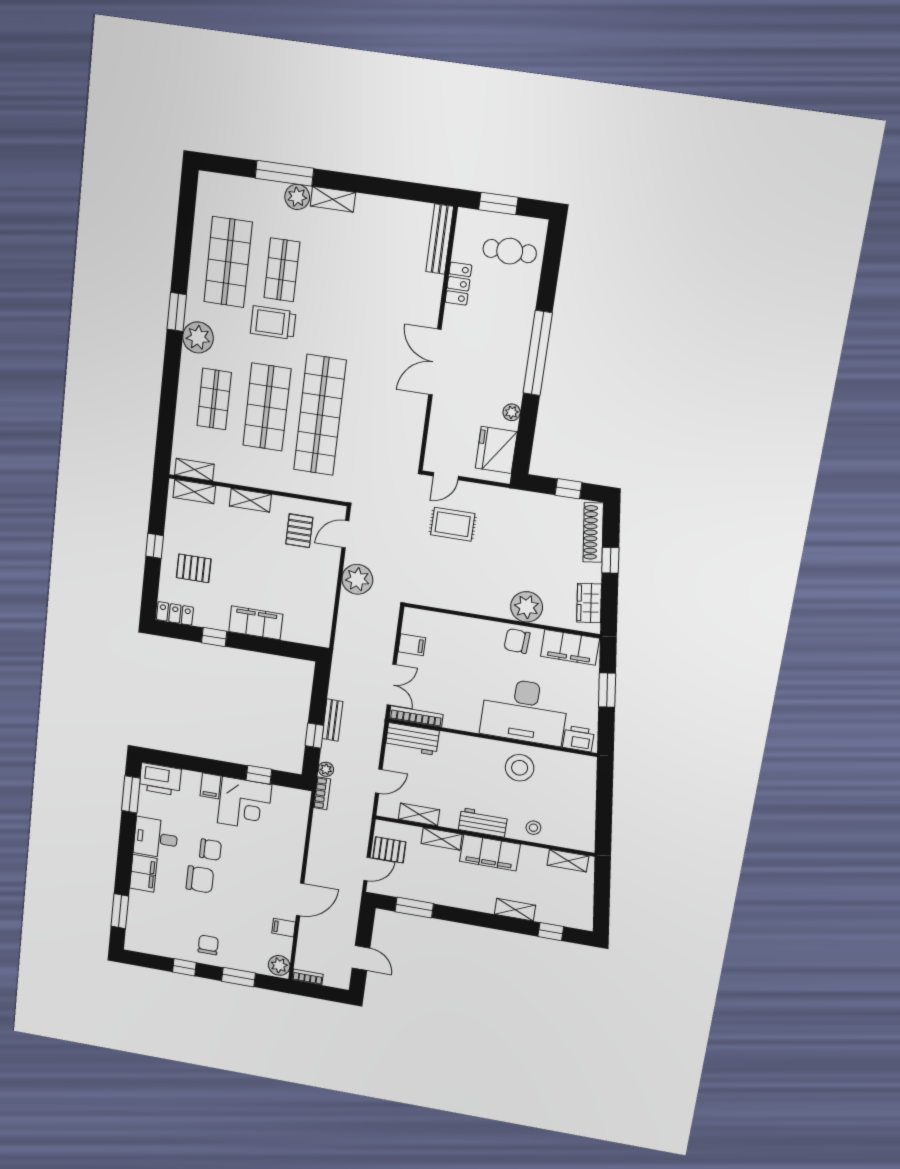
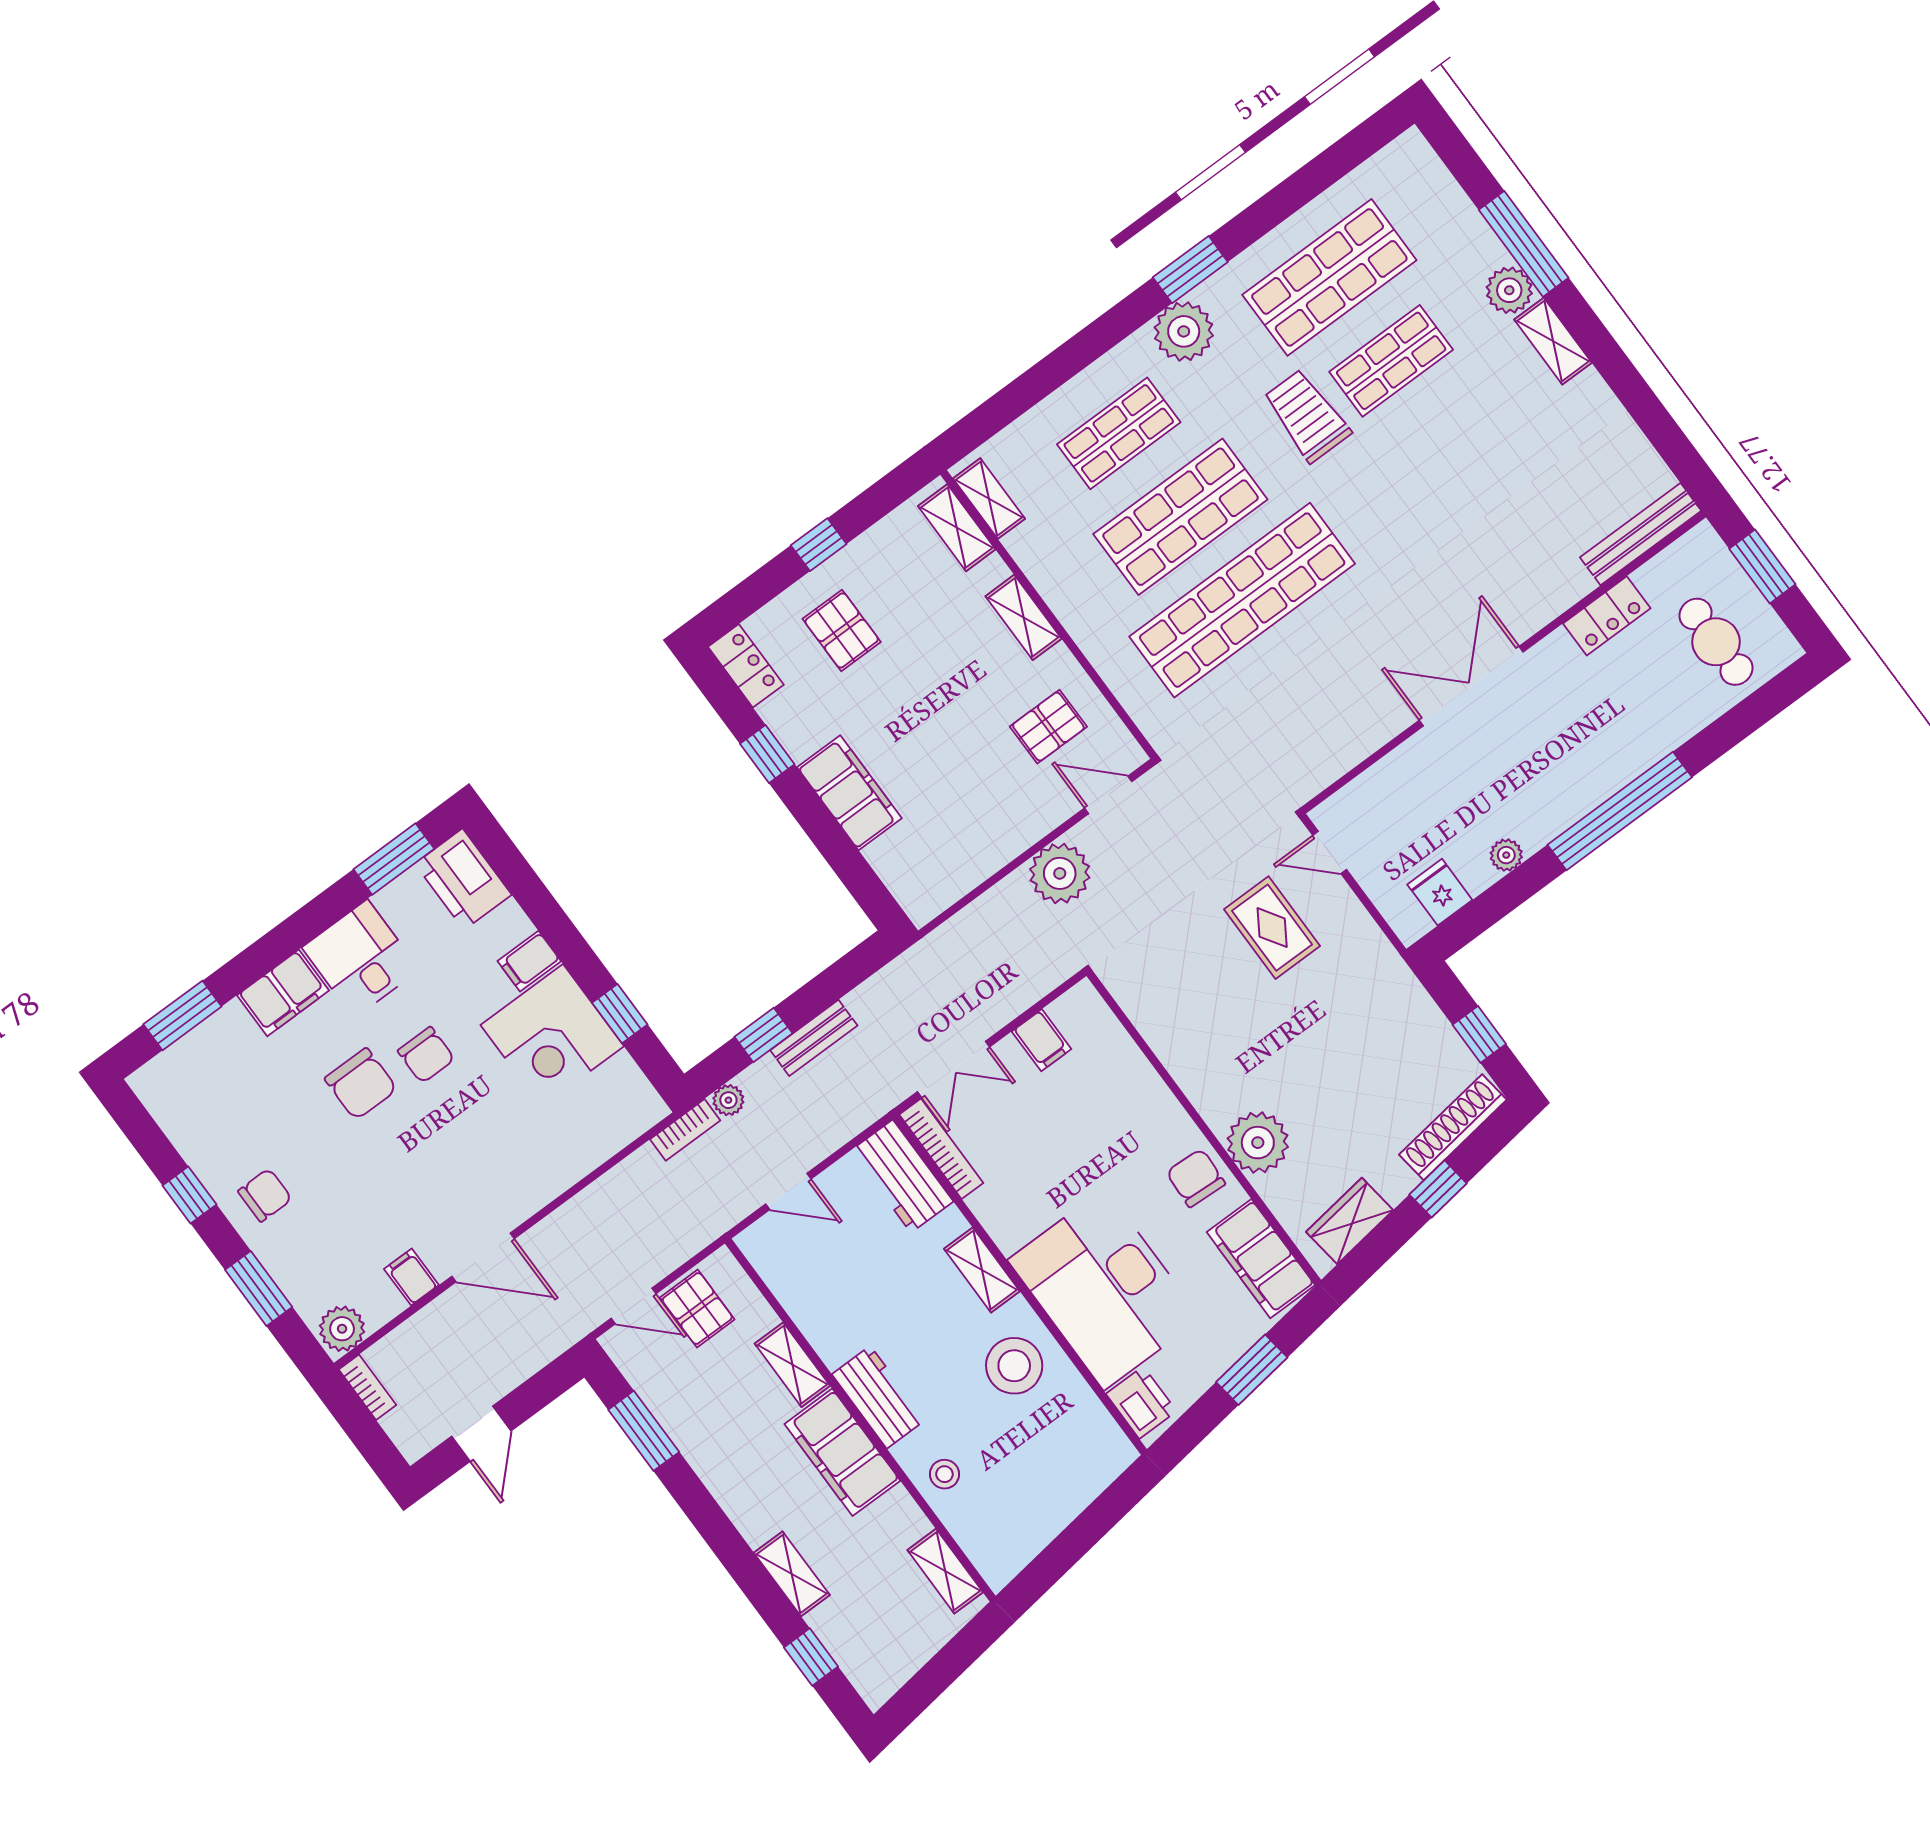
fridge: (496, 450) -> (1440, 892), width x0.53, depth x0.75
shelving: (419, 814) -> (982, 1270), moved

